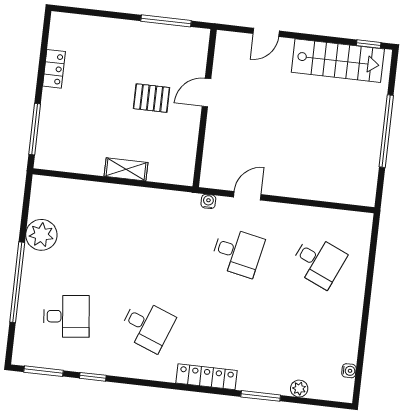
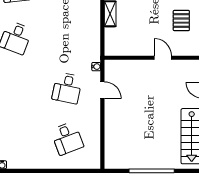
pallet: (152, 98) -> (181, 21), moved
desk: (318, 261) -> (67, 138), turned -45

